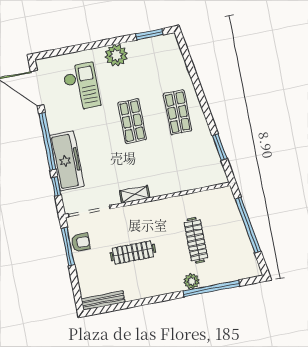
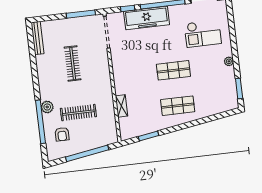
plant: (116, 55) -> (229, 61), width x0.53, depth x0.53
shelving: (135, 194) -> (122, 106), moved
armchair: (81, 242) -> (62, 134), moved

